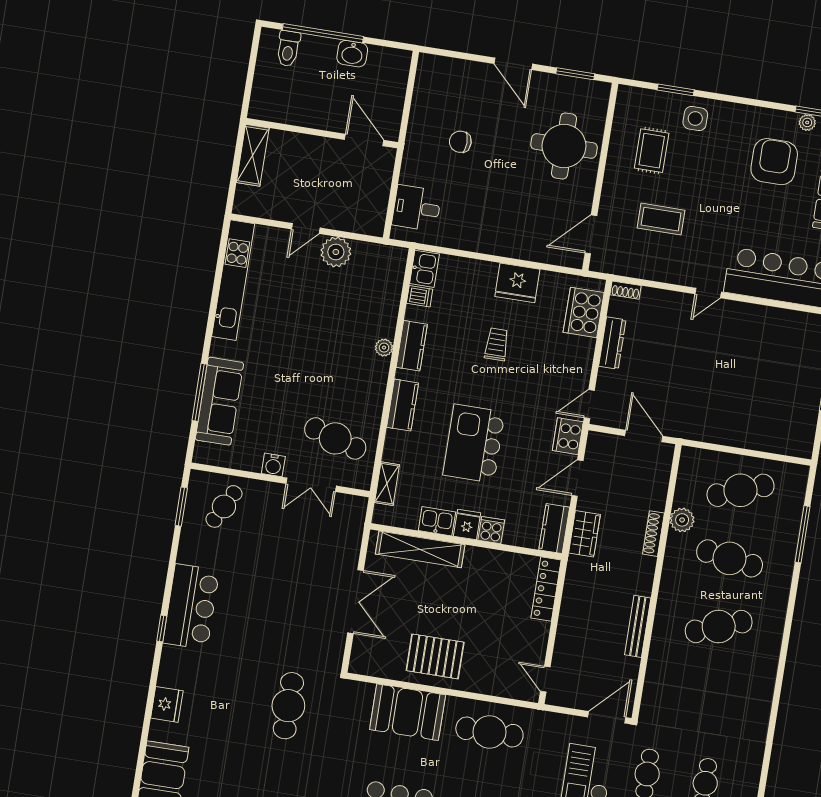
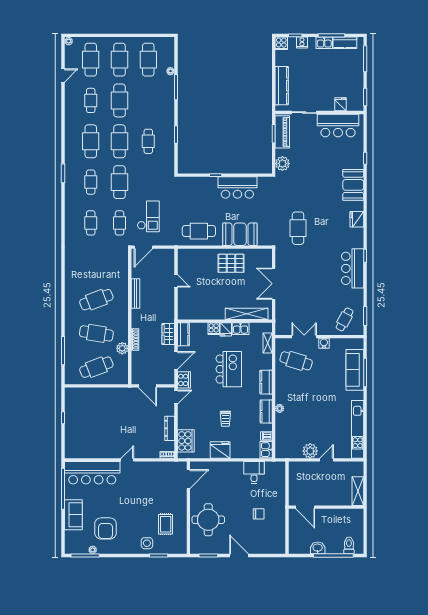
desk: (417, 208) -> (254, 472), moved, turned -90
coffee table: (661, 219) -> (156, 492), removed
locker: (546, 589) -> (183, 304), removed
door: (545, 679) -> (176, 281), moved

